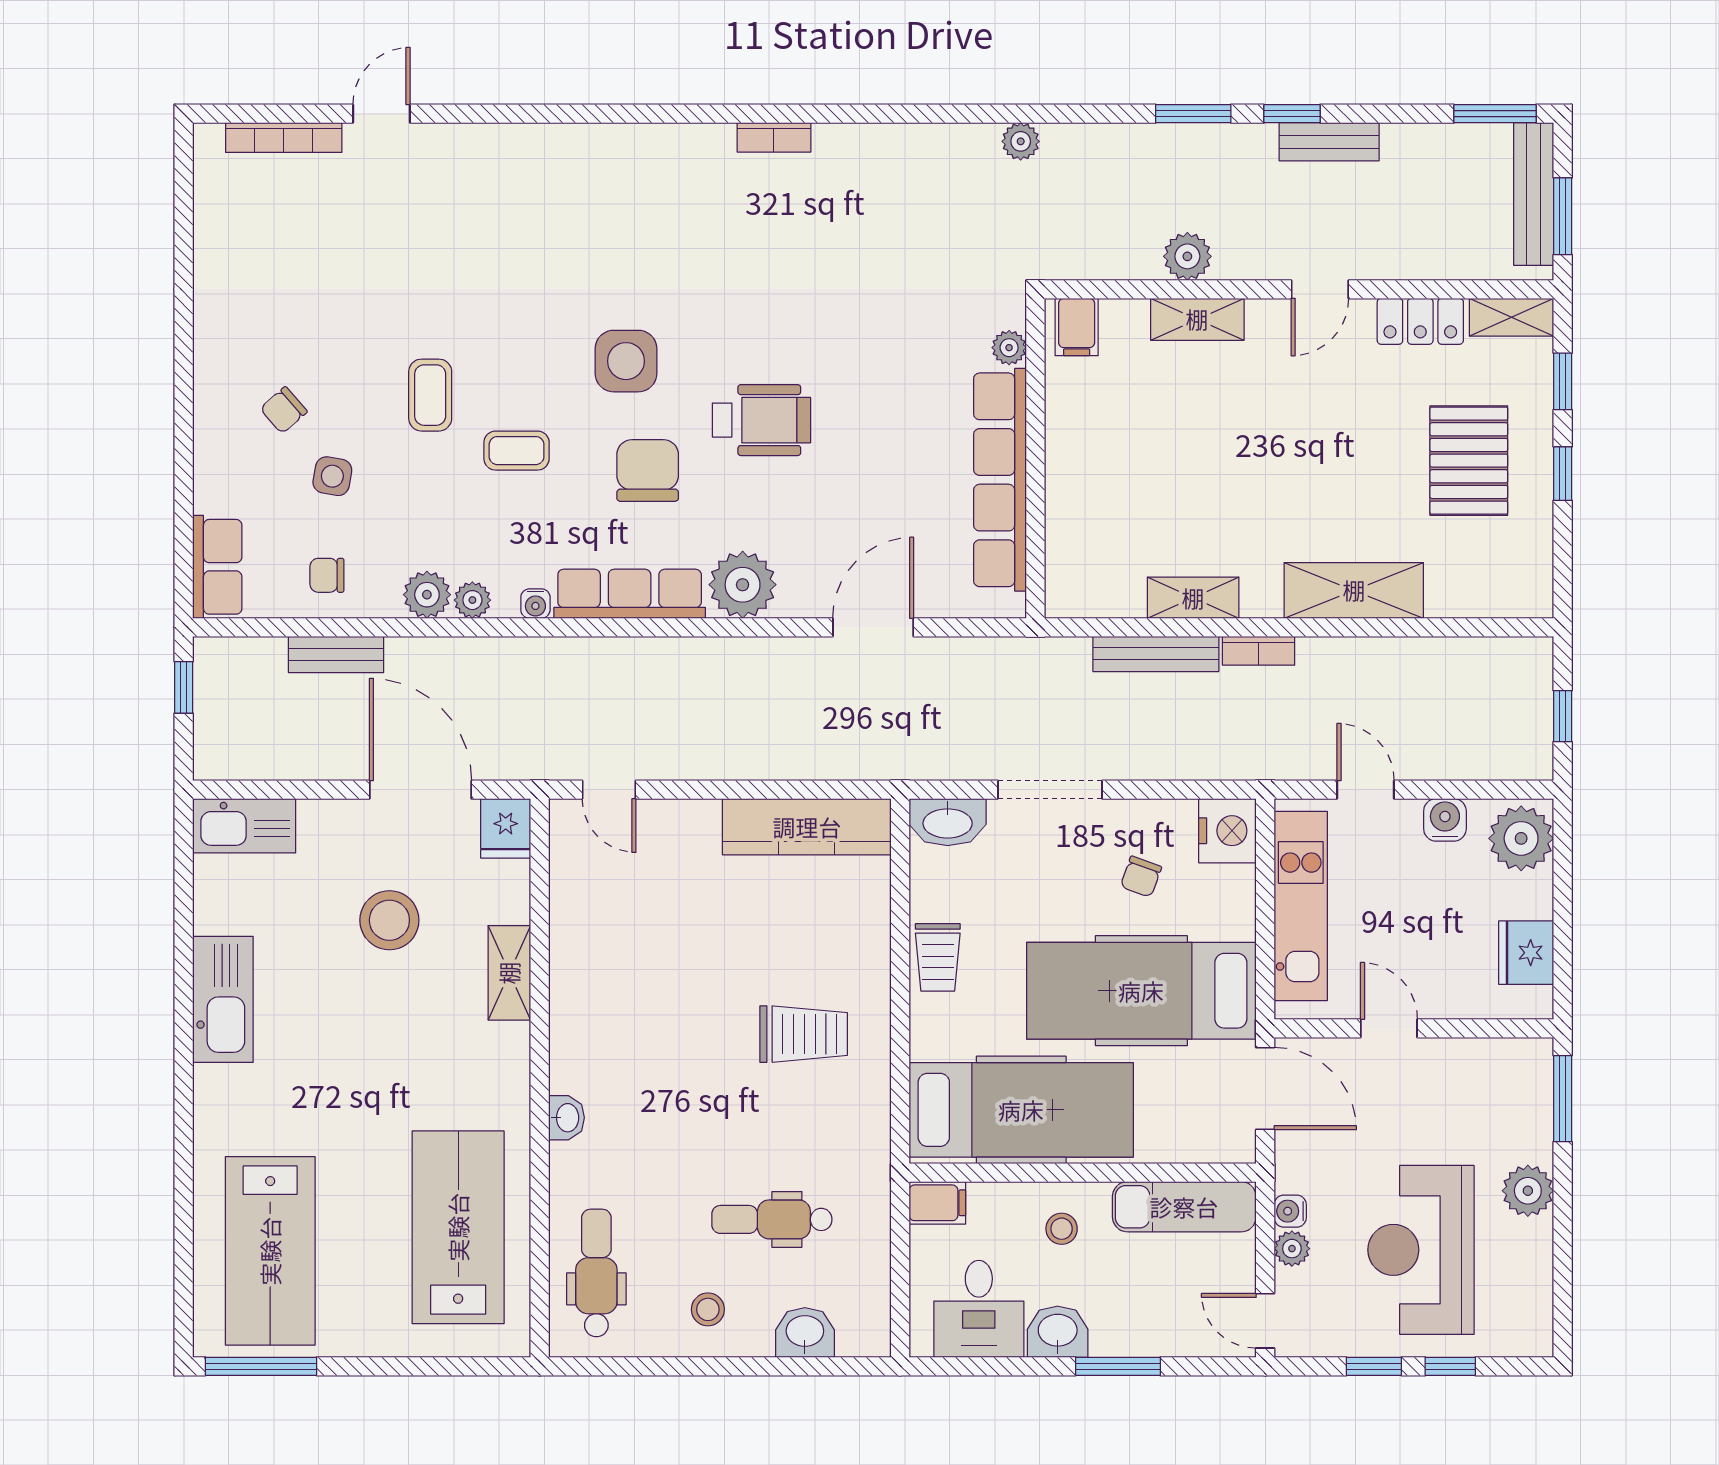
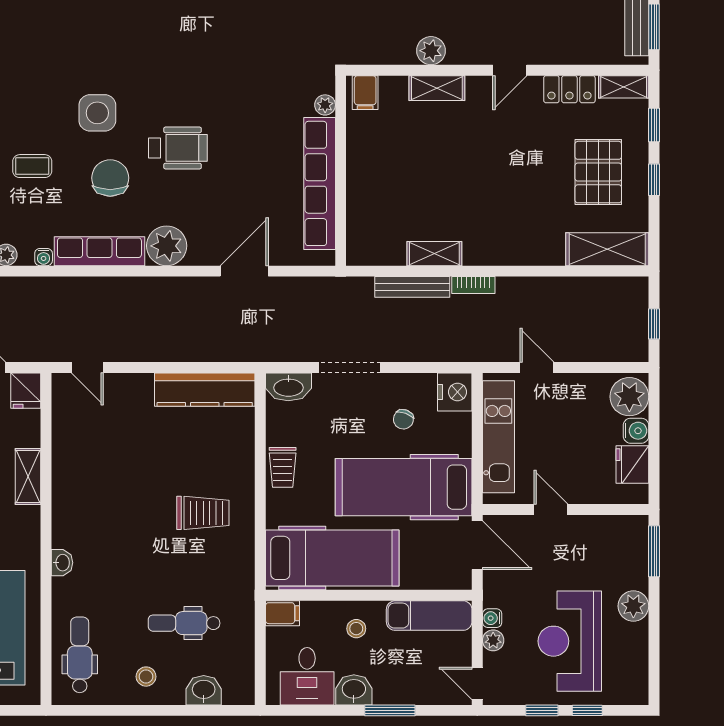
shelving: (1354, 590) -> (607, 249), moved
water cooler: (1445, 820) -> (636, 431), moved, turned 90

